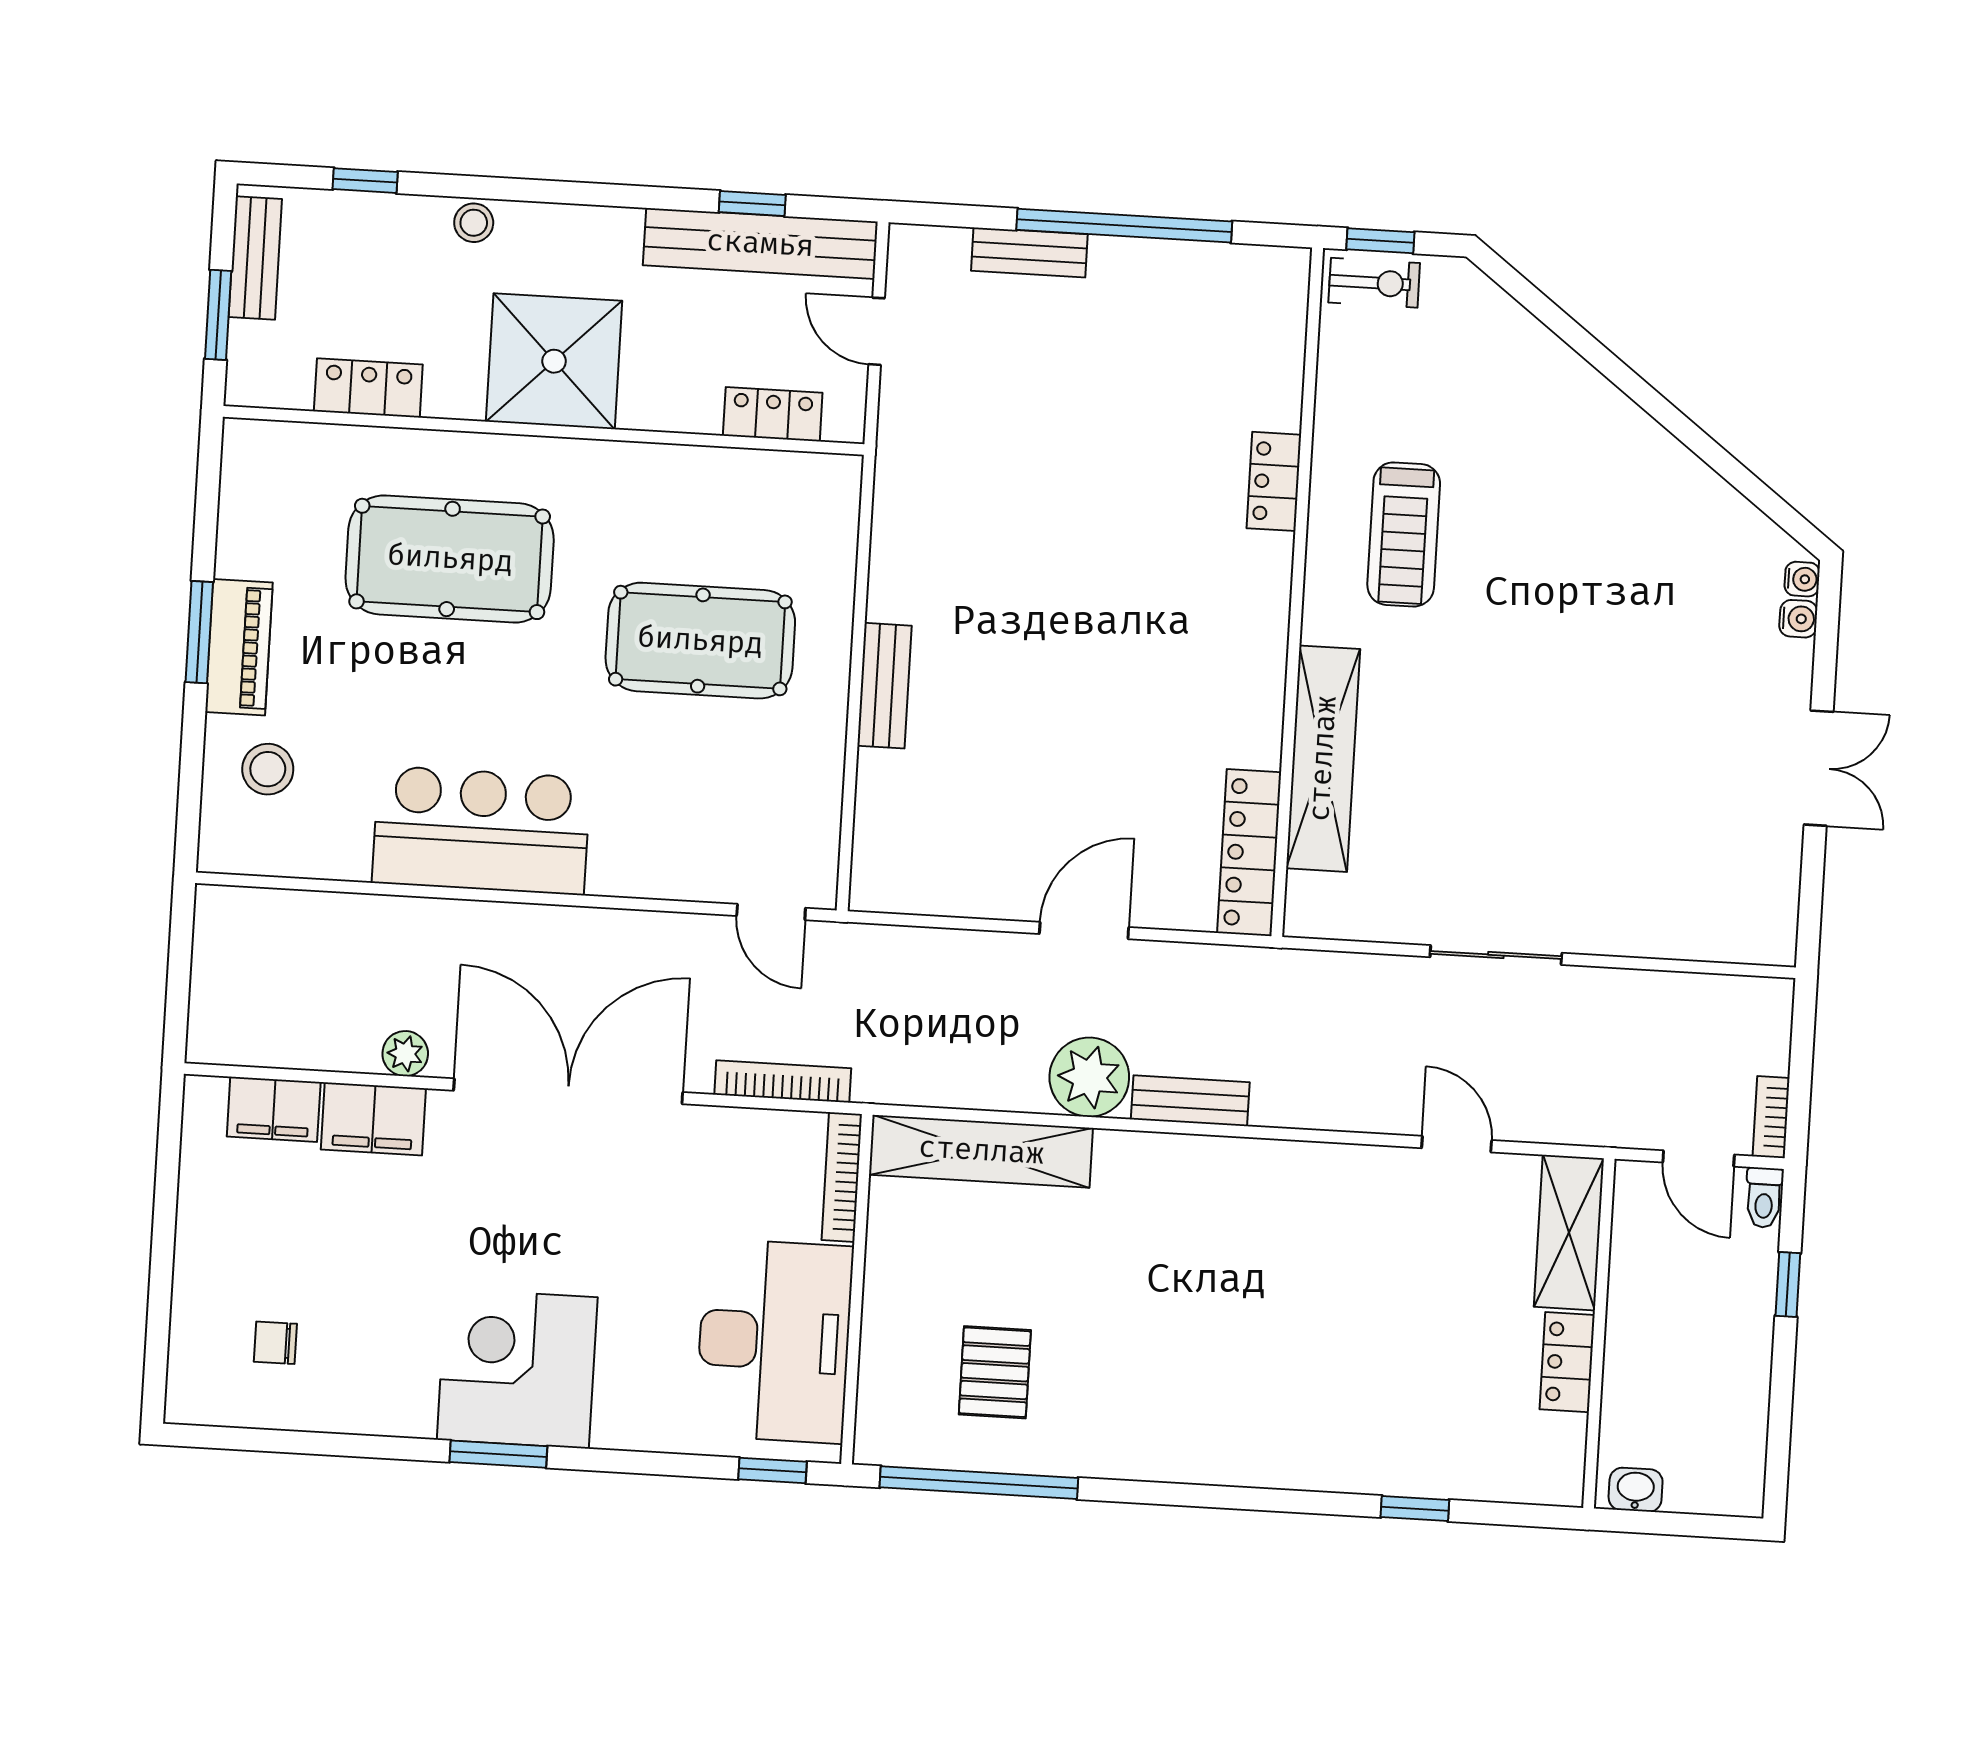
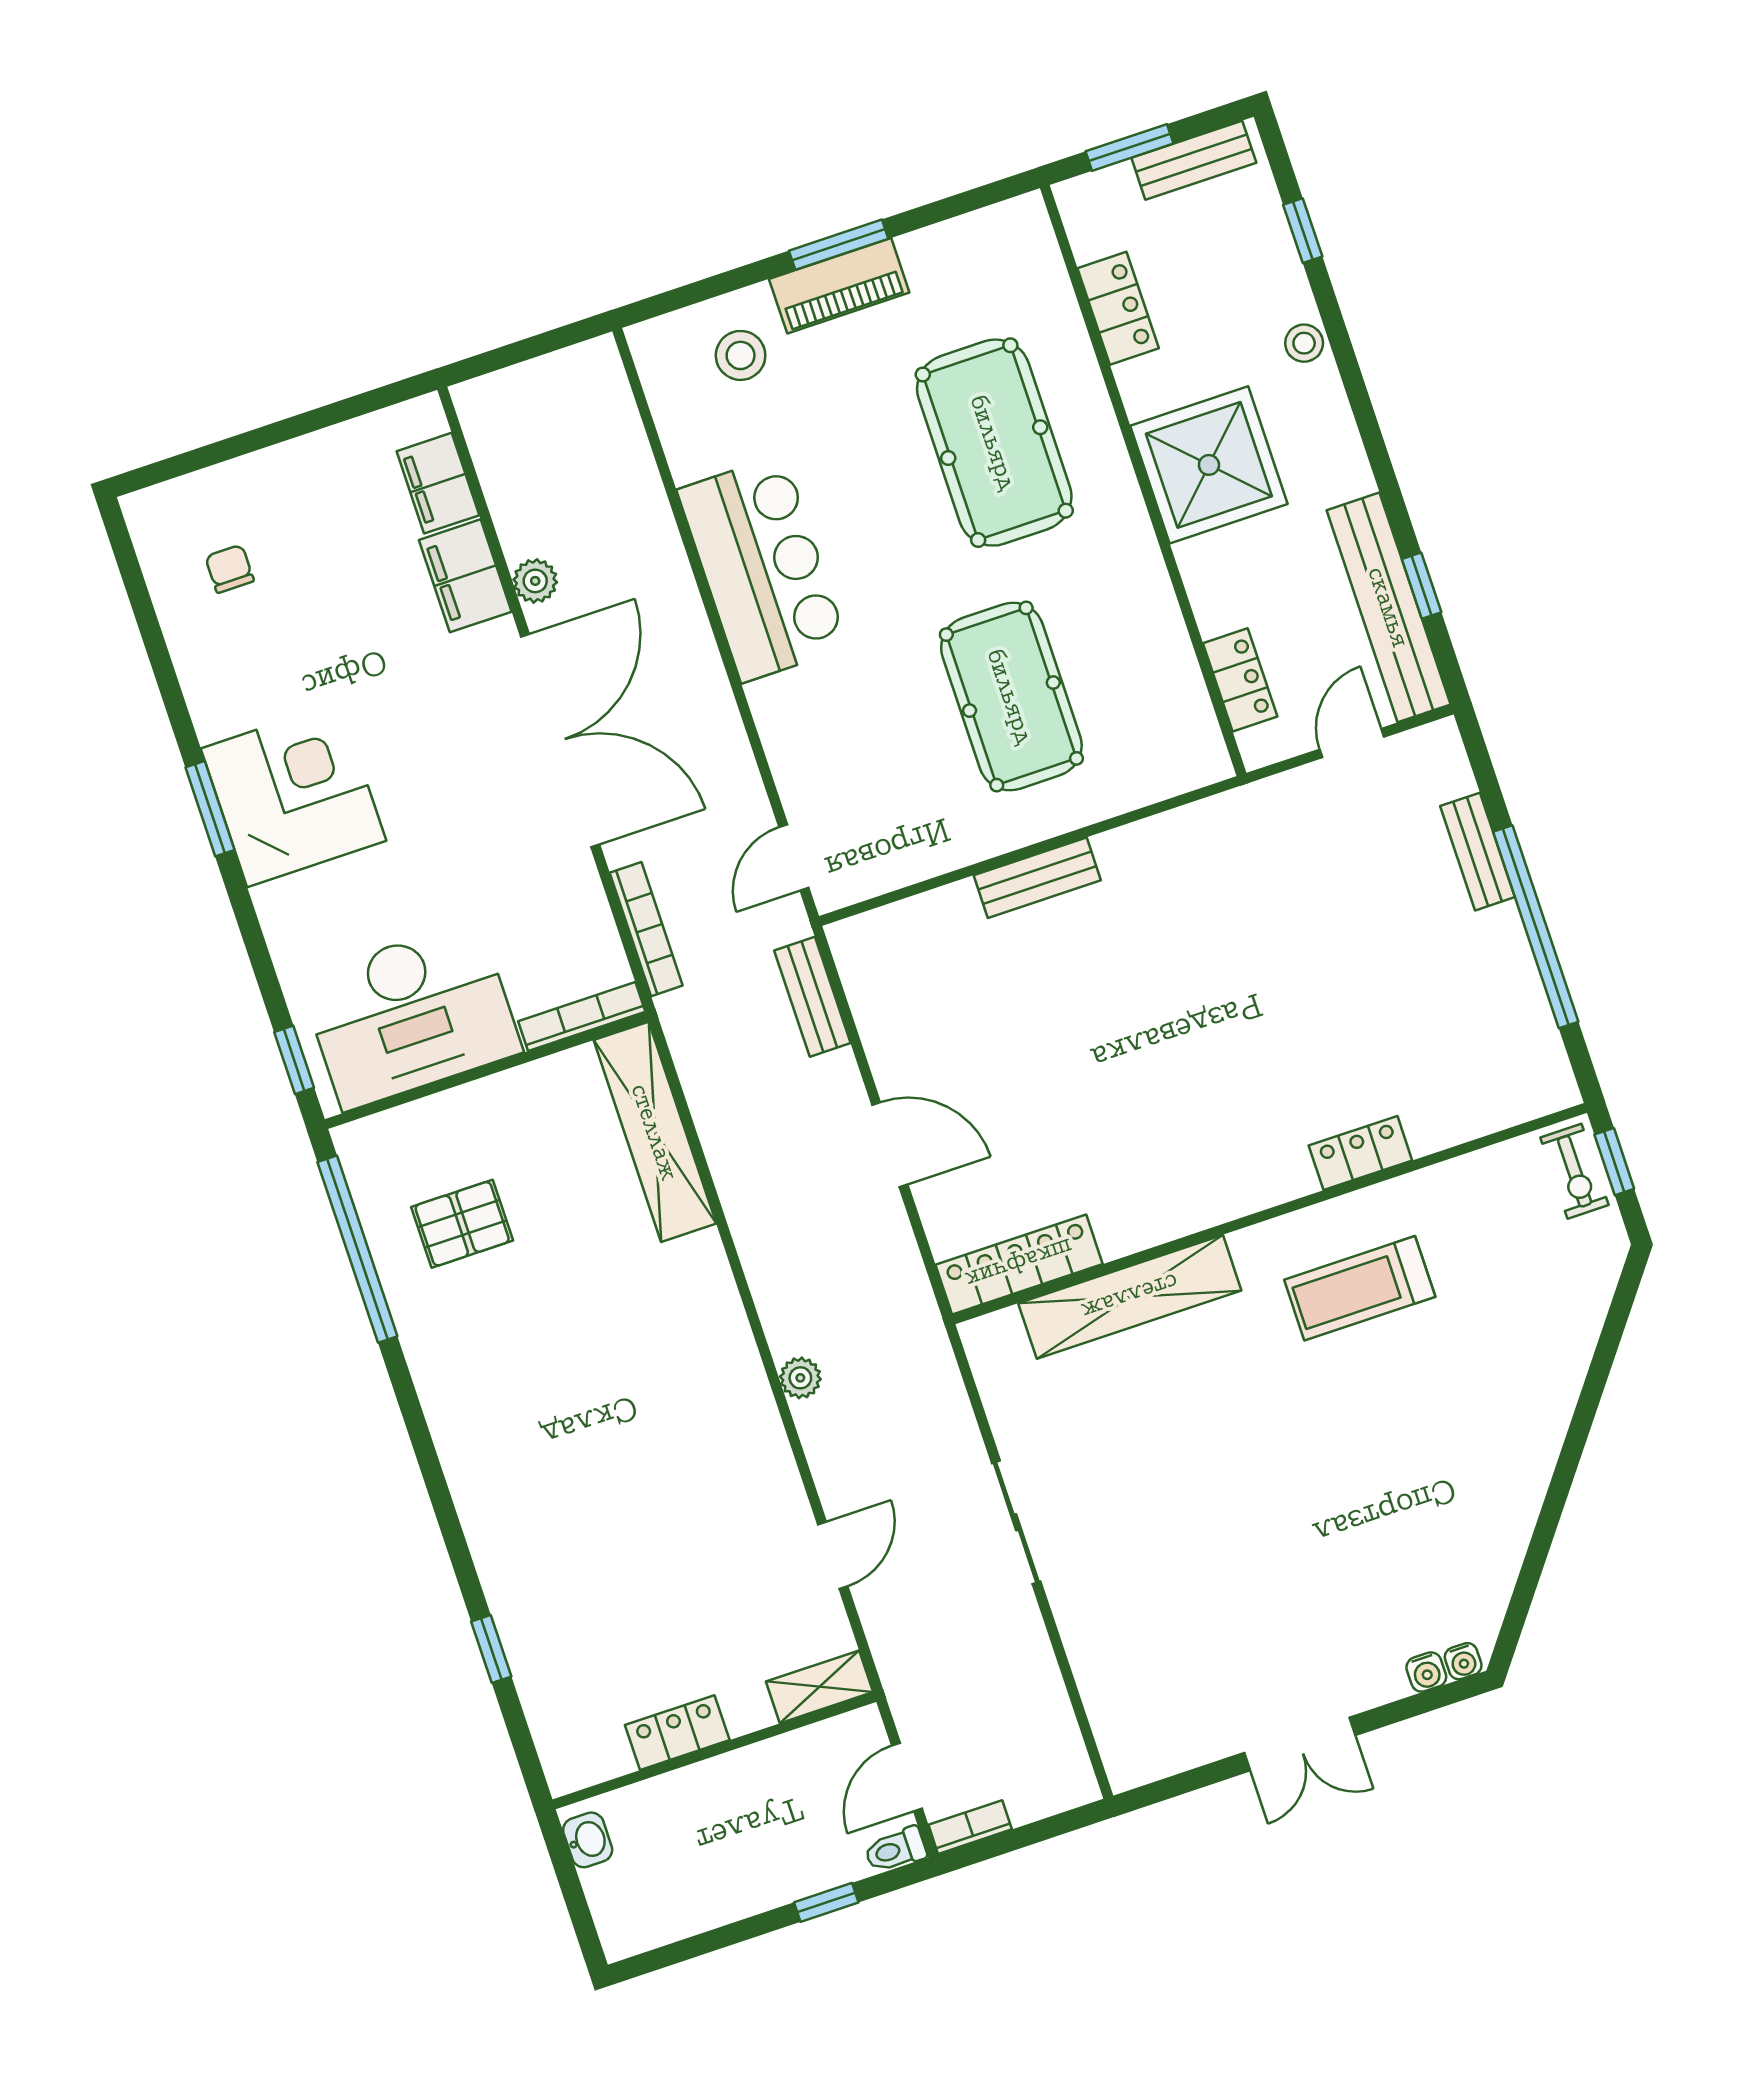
plant: (1089, 1077) -> (800, 1378), moved, width x0.53, depth x0.53
bench: (1190, 1101) -> (812, 997), moved
shelving: (1569, 1233) -> (820, 1687), width x0.67, depth x0.75

